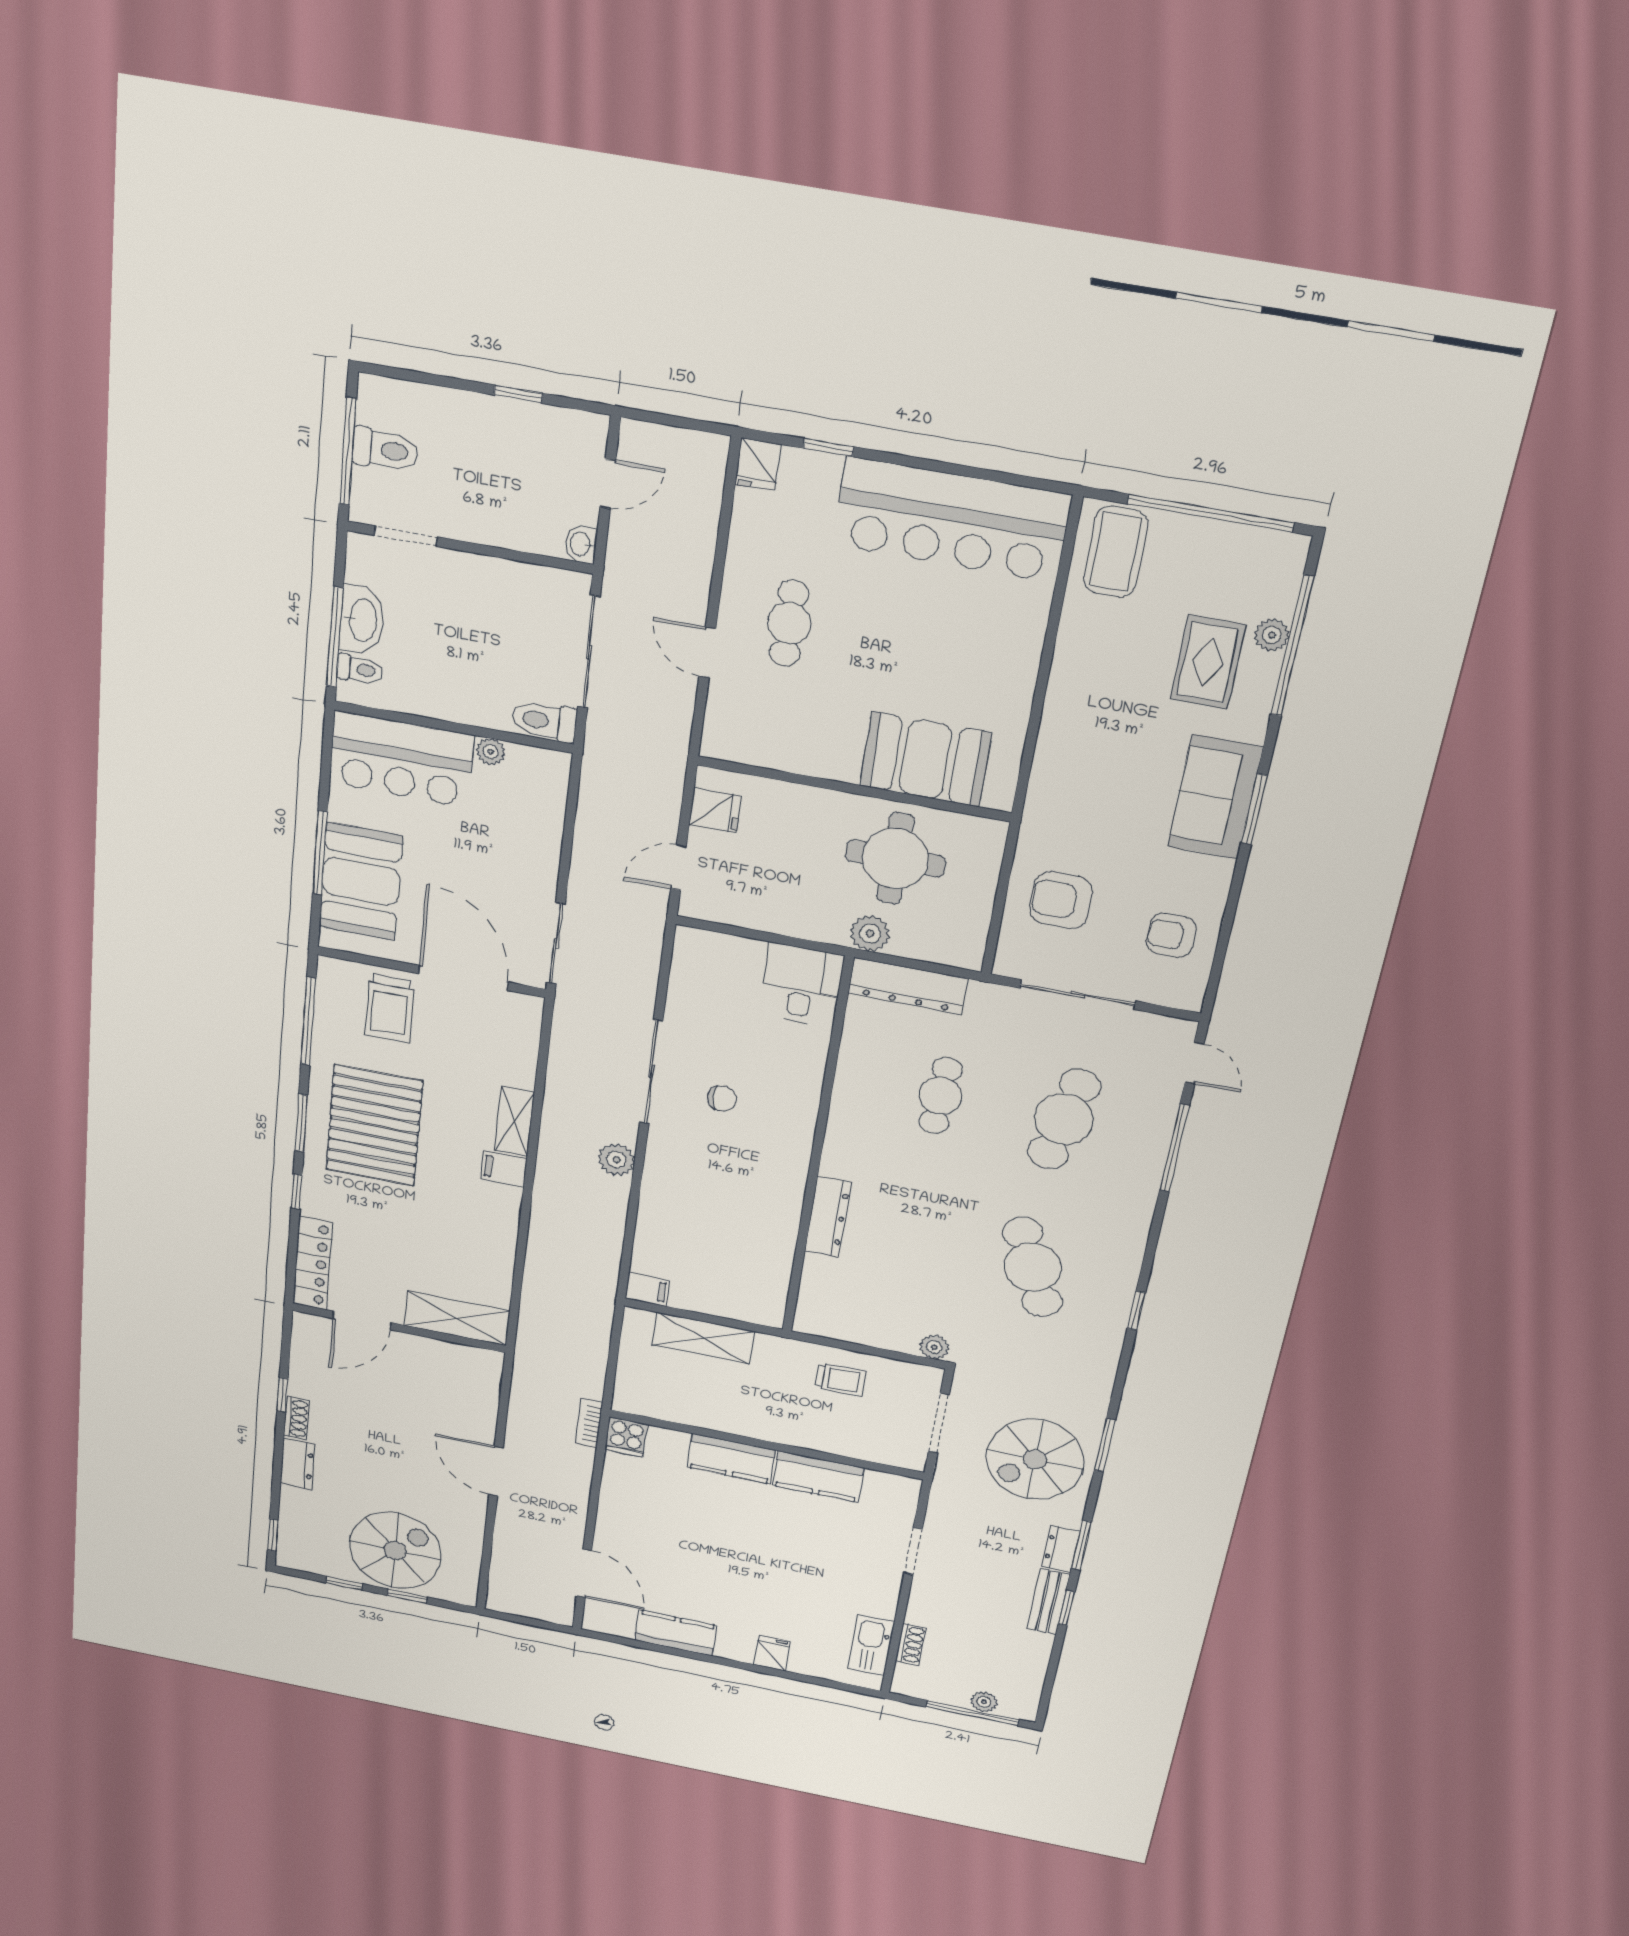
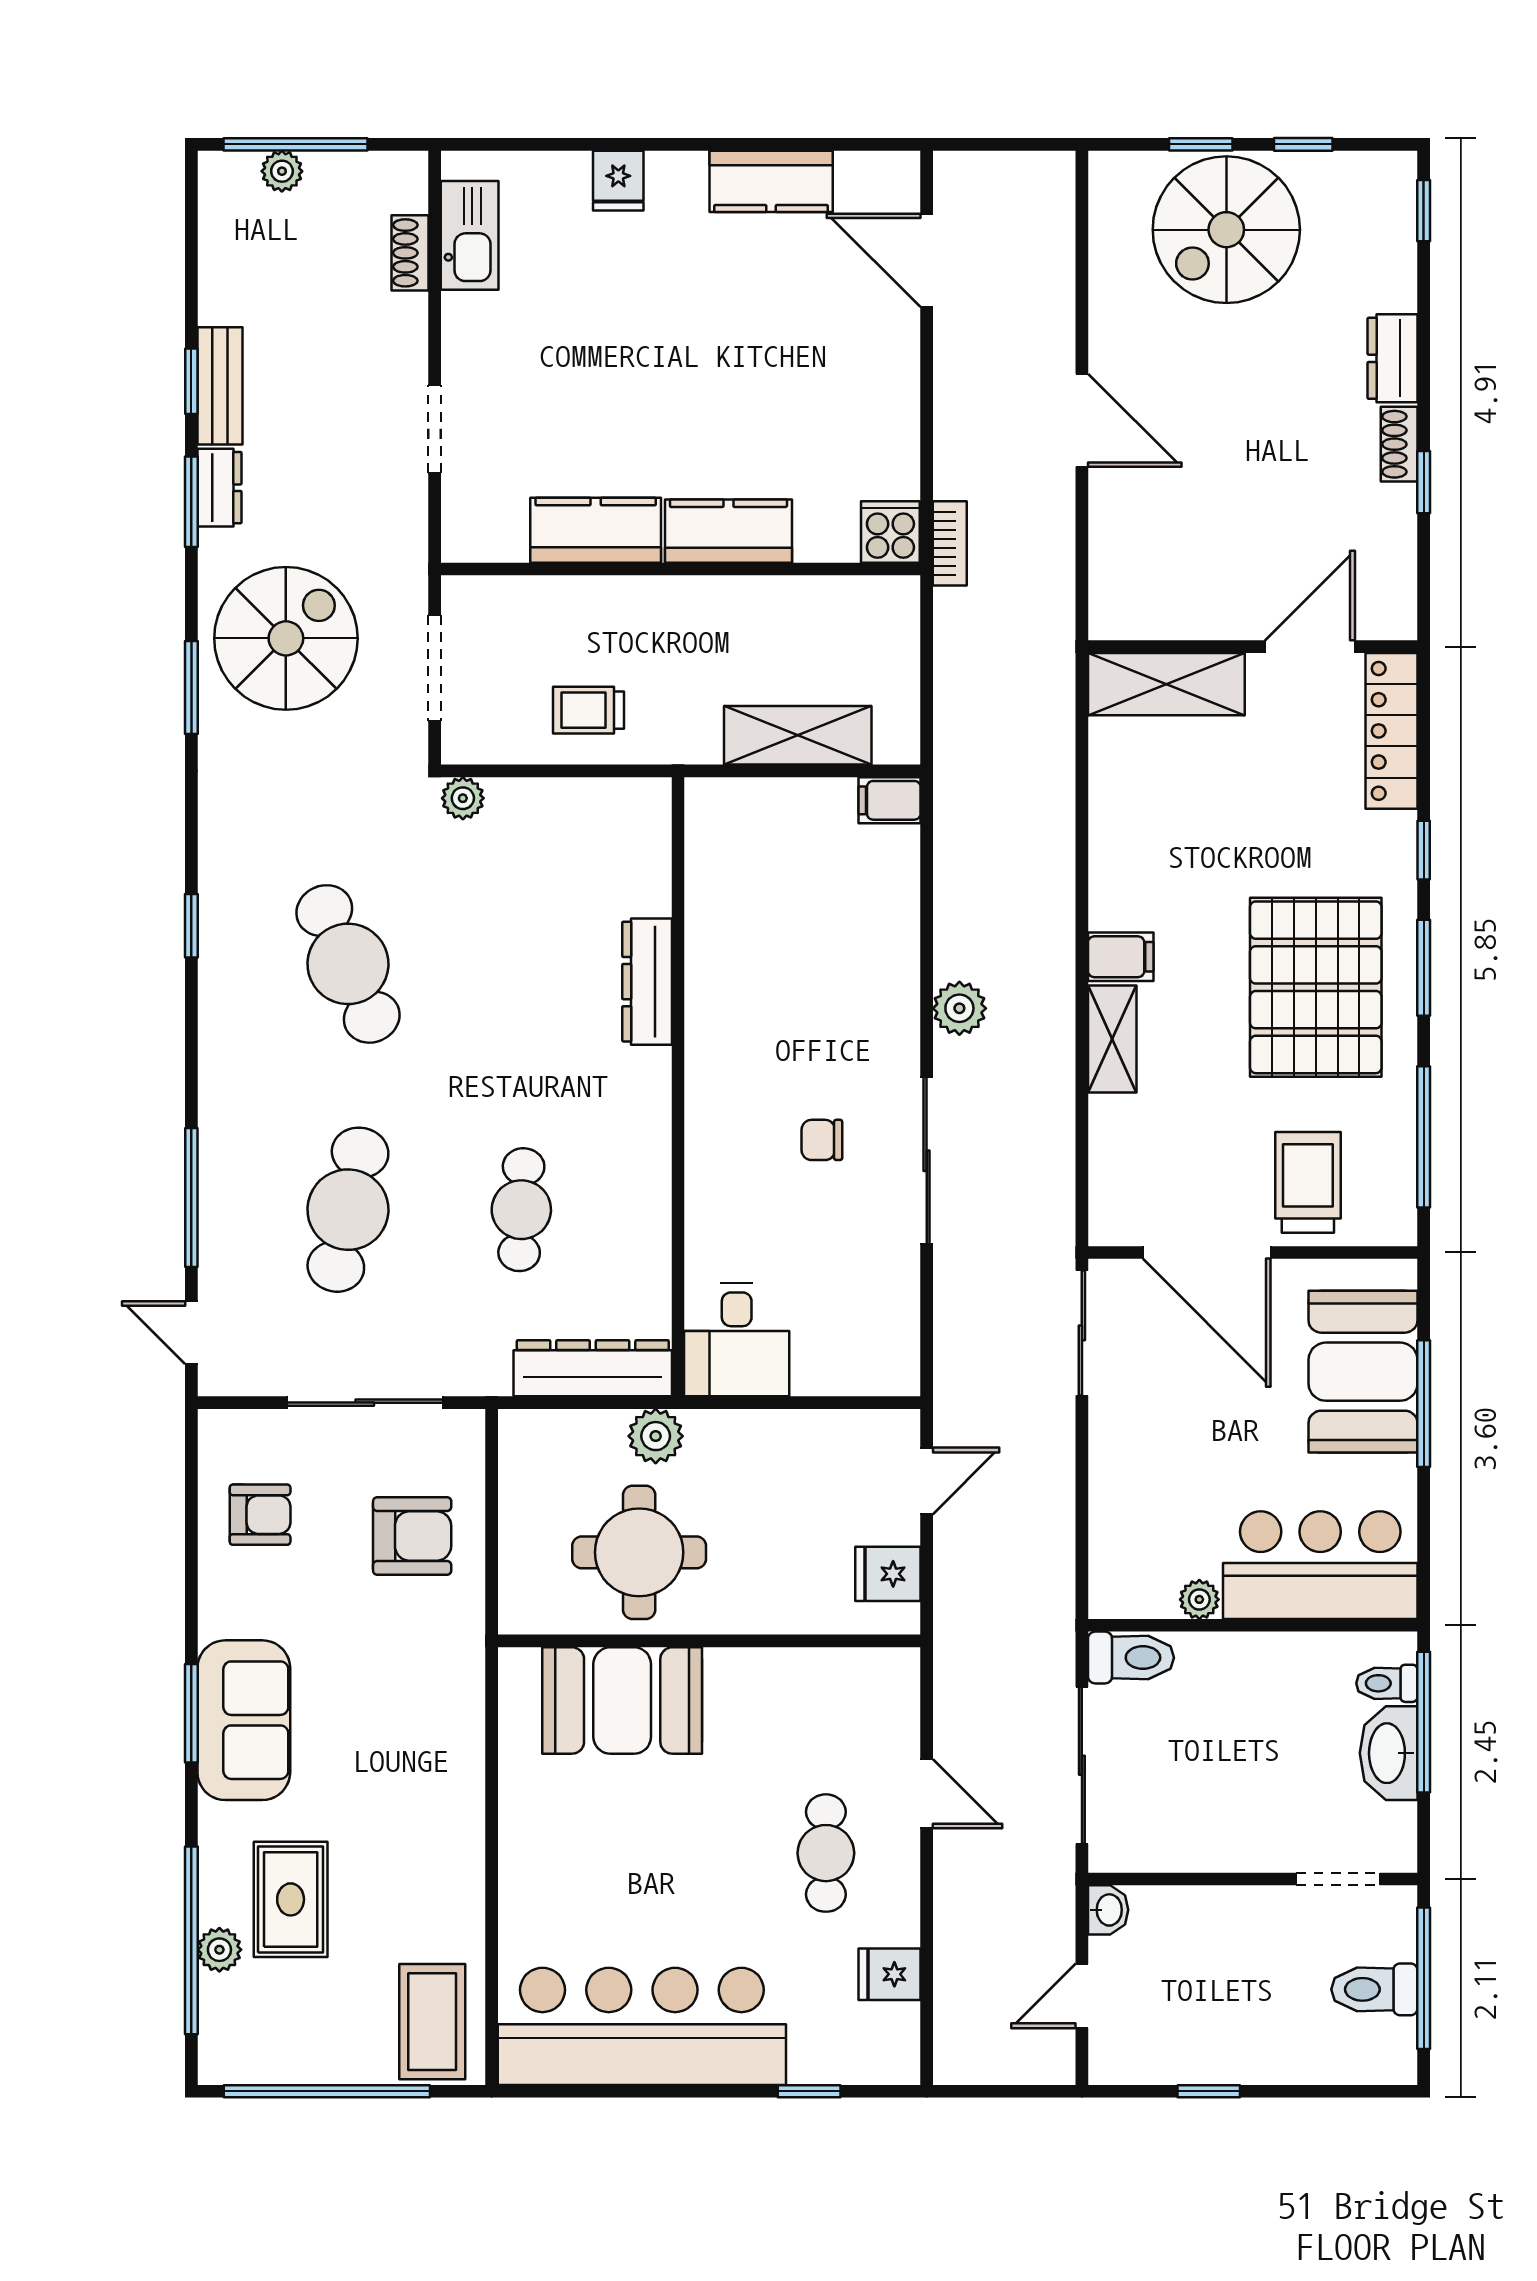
fridge: (758, 464) -> (890, 1974), moved, turned -90

